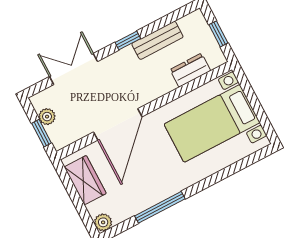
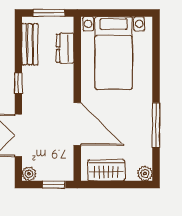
window: (218, 34) -> (49, 13), width x1.50
bench: (157, 40) -> (30, 44), moved
plant: (47, 117) -> (29, 174), moved

